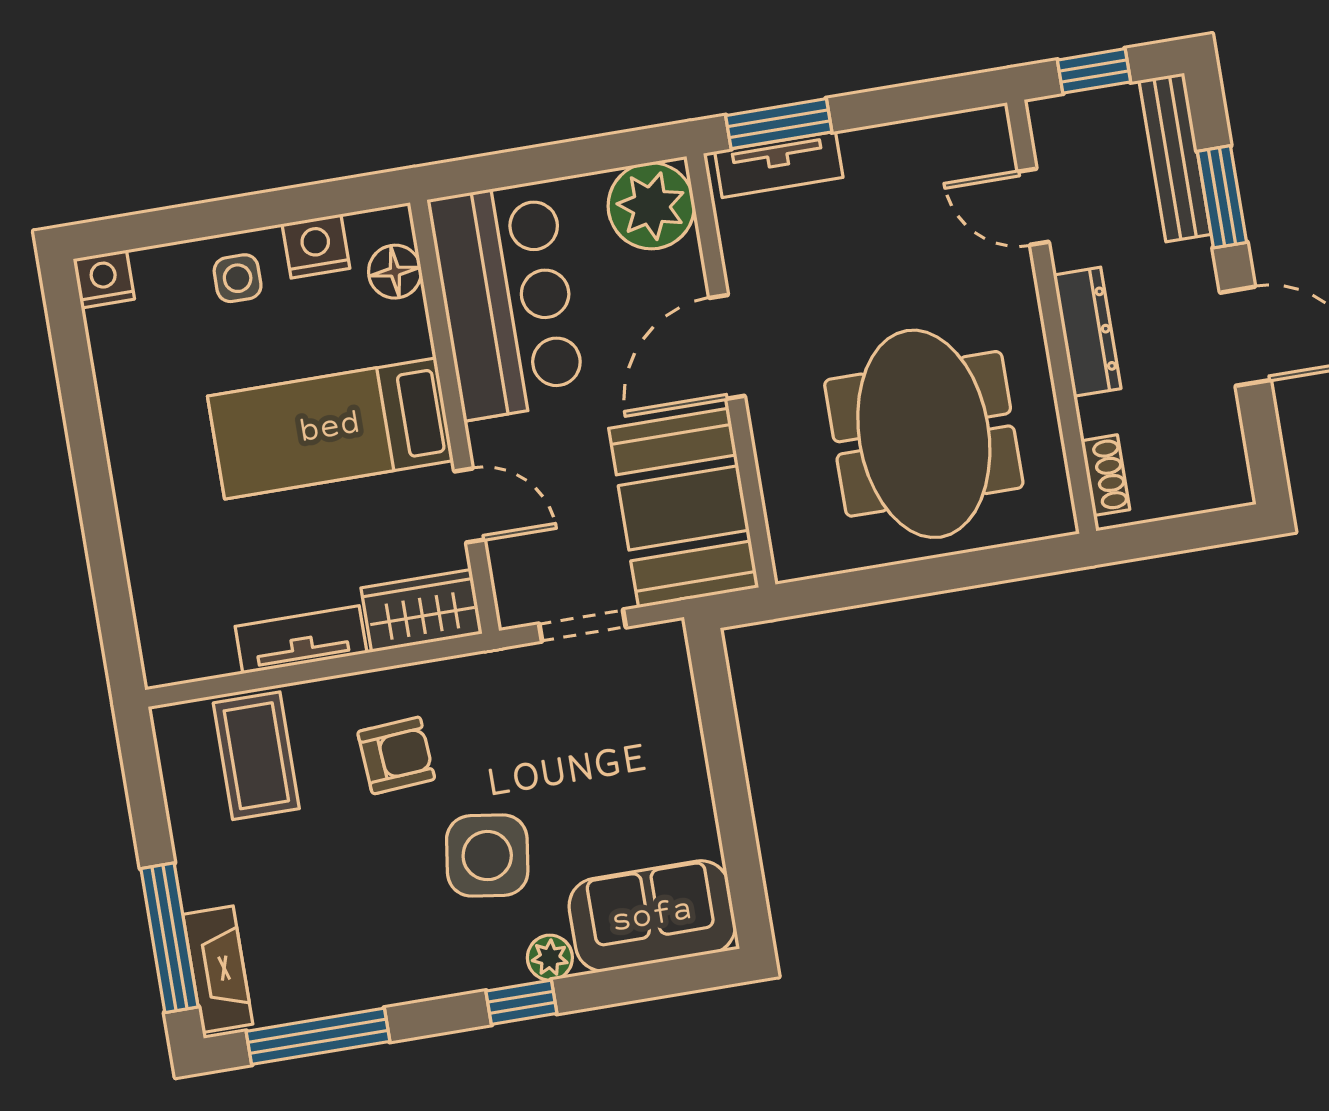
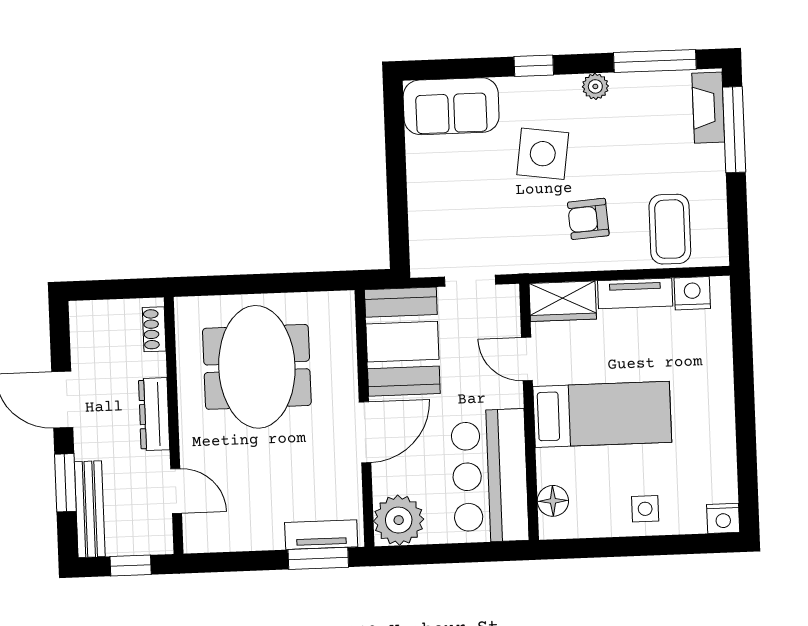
nightstand: (316, 246) -> (692, 293), moved, turned 180
plant: (550, 958) -> (595, 86), moved

